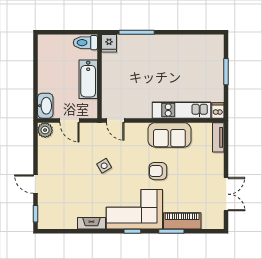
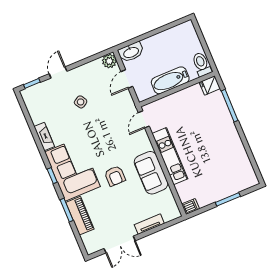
kitchen unit: (182, 110) -> (170, 156), moved
tv unit: (218, 137) -> (149, 224), moved
side table: (104, 166) -> (81, 102), moved
armchair: (158, 171) -> (115, 176), turned 180

